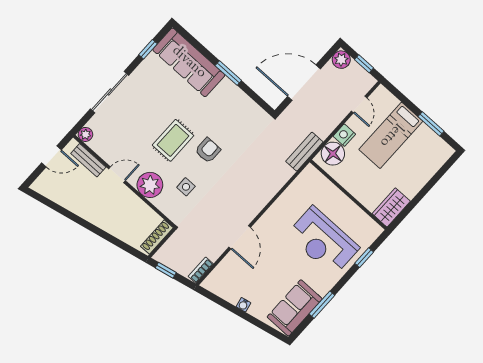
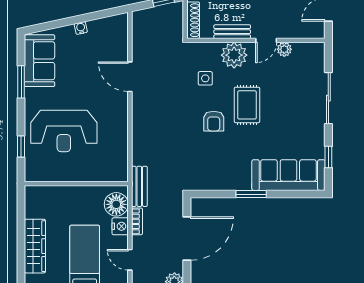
plant: (85, 134) -> (284, 49), moved
bench: (88, 160) -> (232, 32), moved
wardrobe: (391, 207) -> (35, 246), moved, width x1.50
reception desk: (323, 241) -> (64, 131), turned 180
bookcase: (201, 270) -> (137, 221), moved

